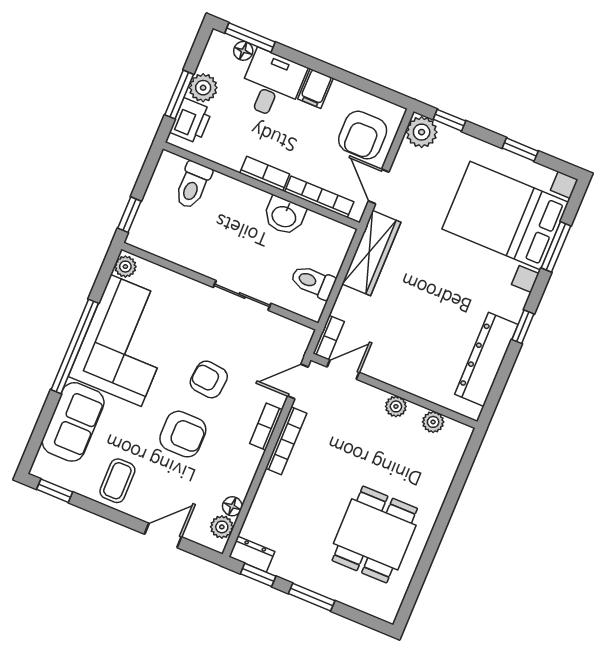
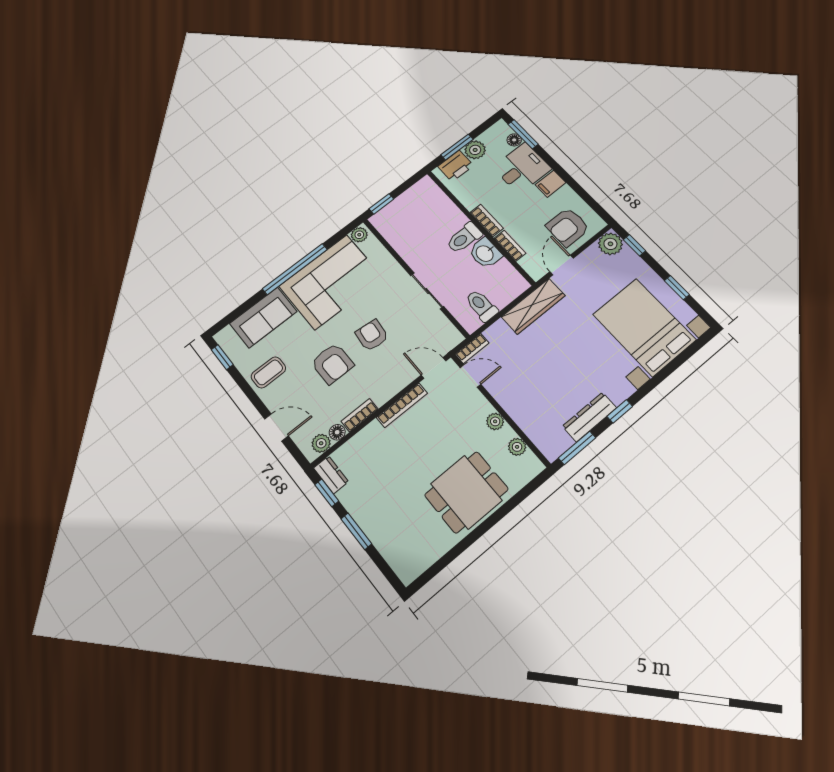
toilet: (193, 185) -> (464, 238), moved
bookcase: (319, 197) -> (510, 246), width x0.64
window: (556, 247) -> (577, 448), moved
dresser: (486, 359) -> (589, 417), width x0.73, depth x0.80
bookcase: (266, 427) -> (360, 415), moved
dining table: (375, 534) -> (466, 492), moved

